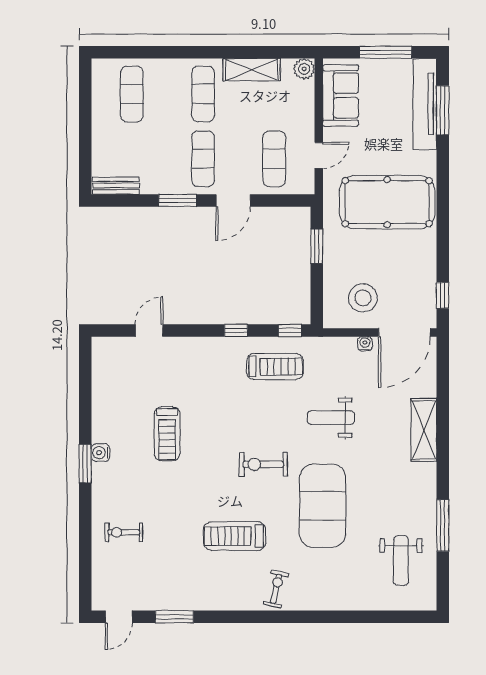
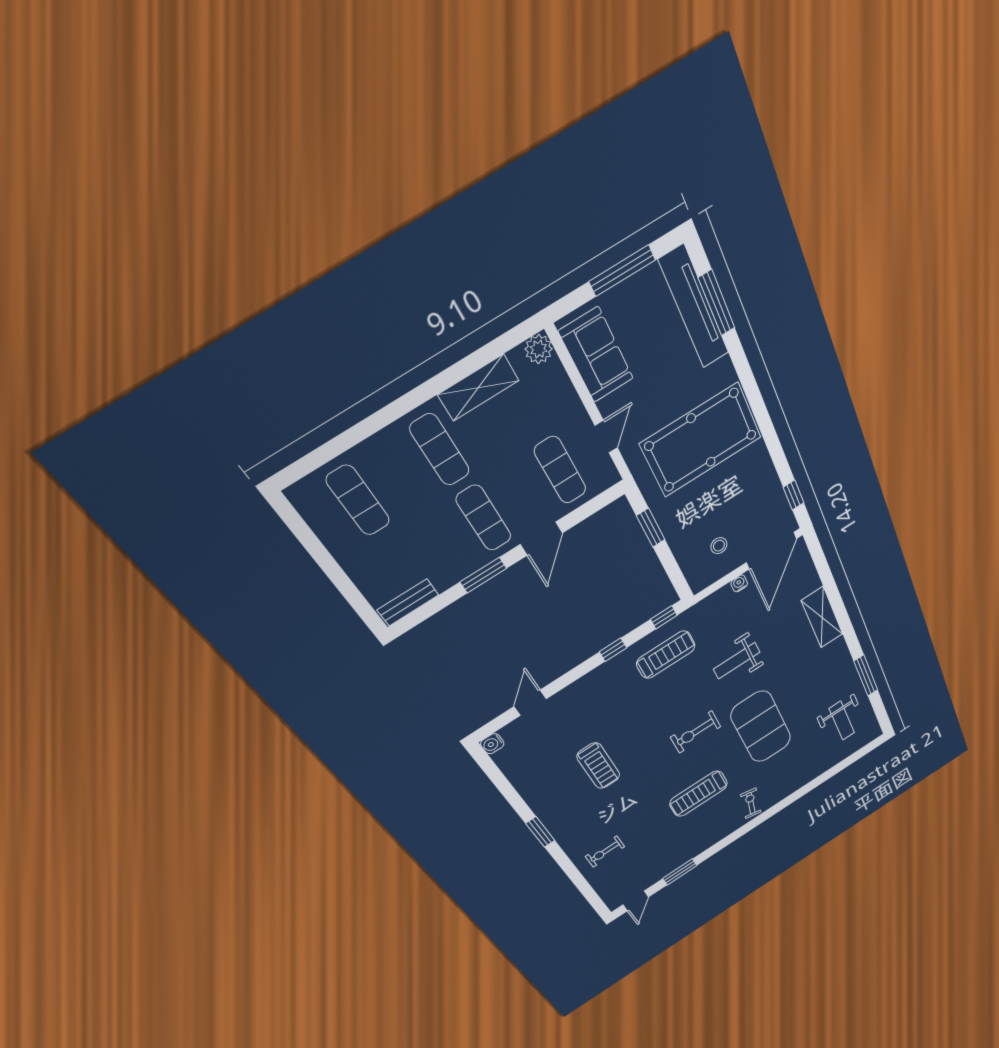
stool: (363, 298) -> (719, 546), width x0.53, depth x0.53
water cooler: (100, 453) -> (492, 744), moved

